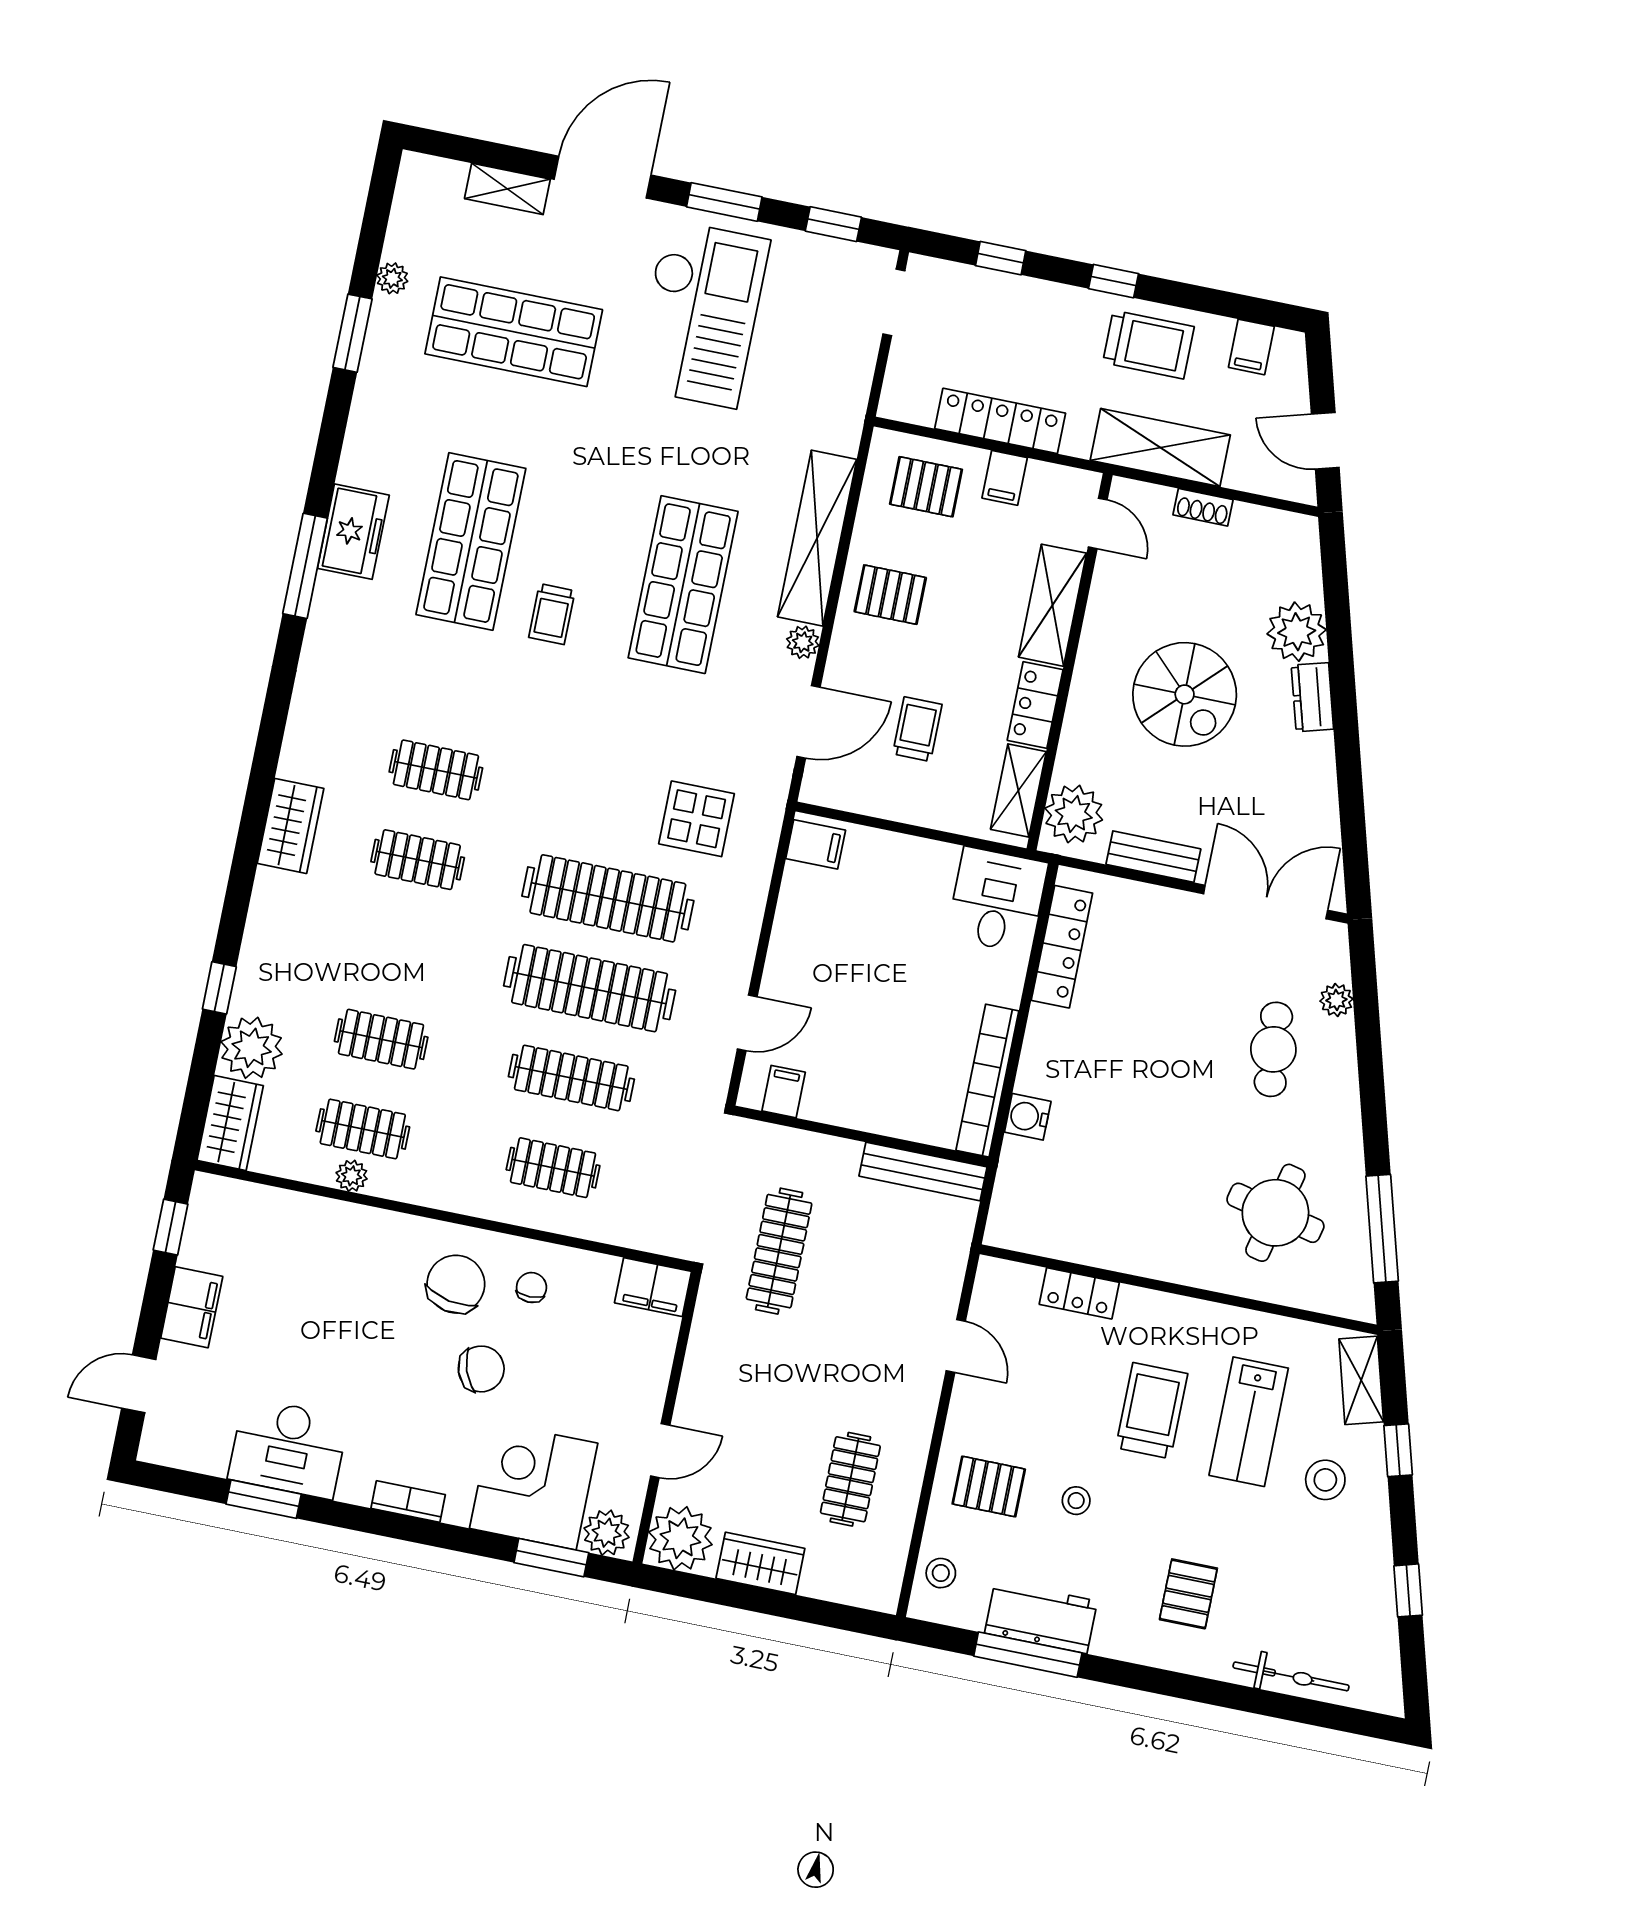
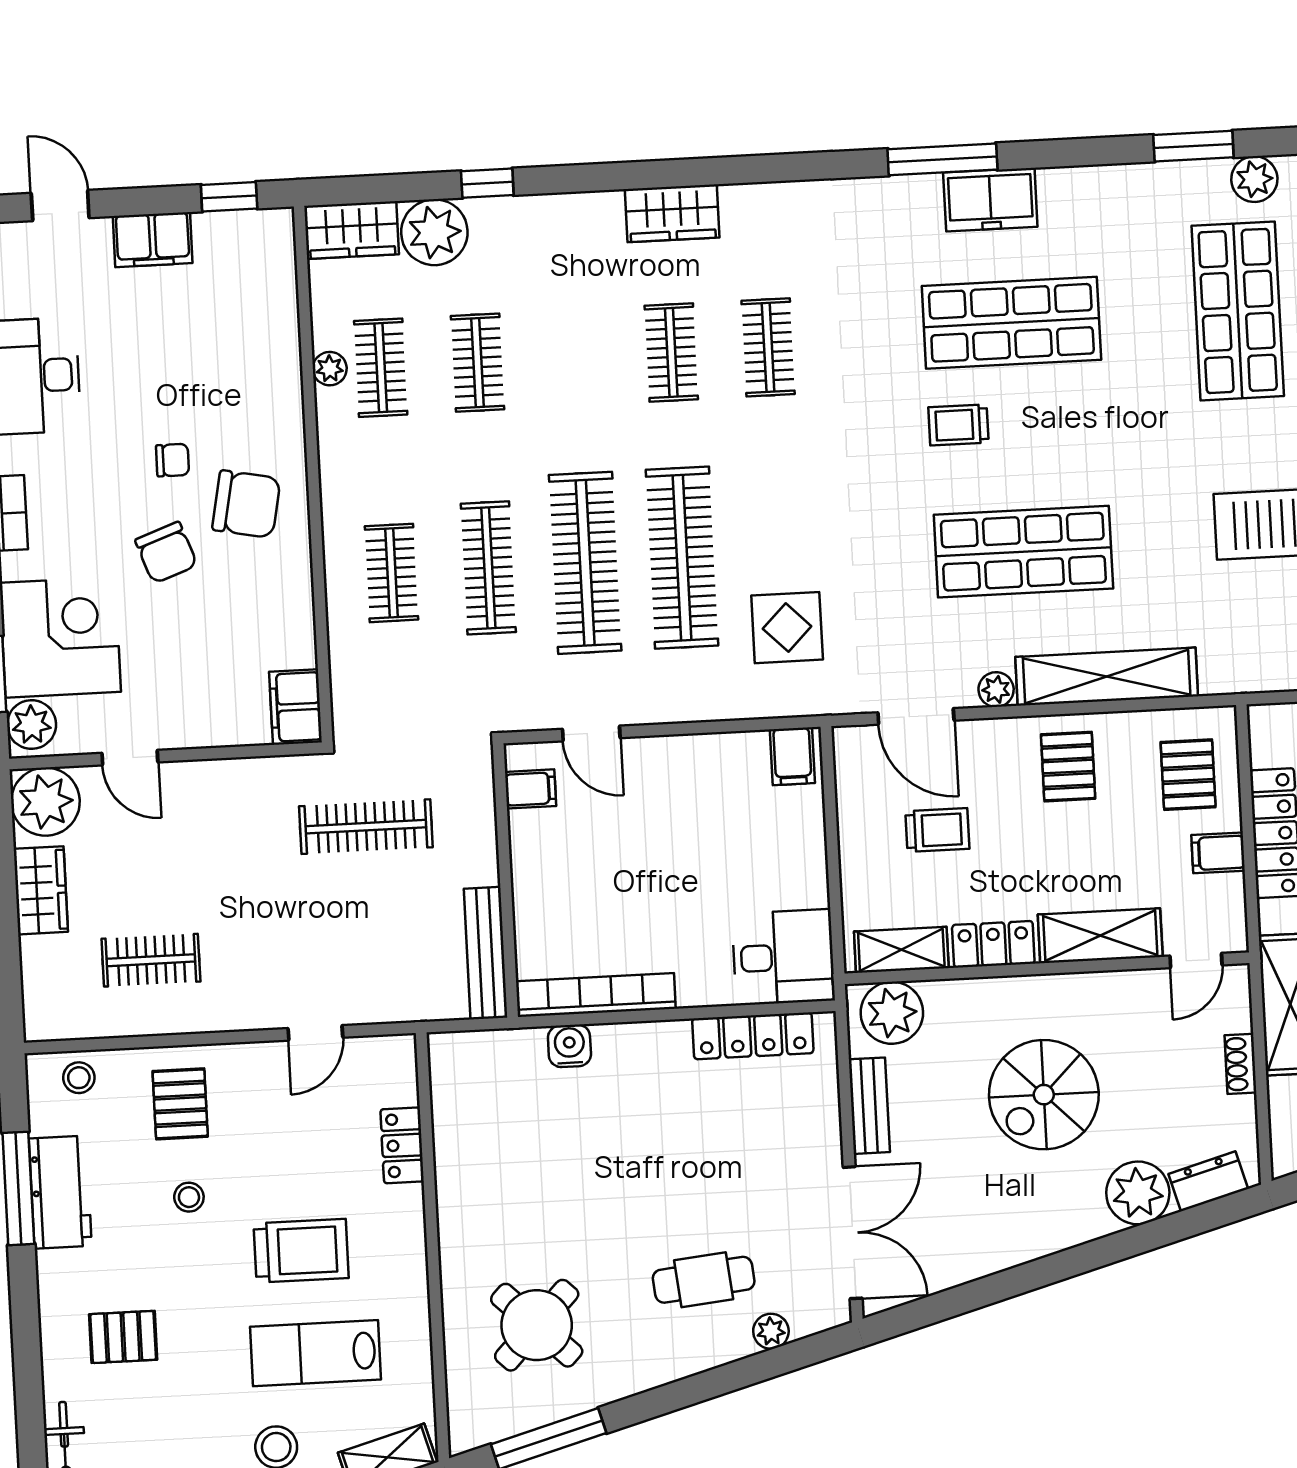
plant: (392, 278) -> (1254, 179), width x1.38, depth x1.38
dresser: (1312, 697) -> (1208, 1181), moved
round table: (1275, 1213) -> (537, 1325), turned 31
chair: (531, 1288) -> (173, 460), moved

